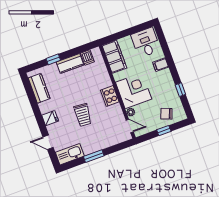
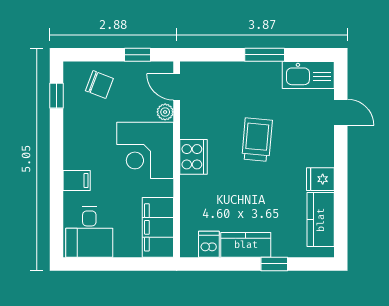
window: (180, 90) -> (57, 96), moved
fridge: (50, 118) -> (320, 179), moved
window: (164, 131) -> (137, 55), moved

